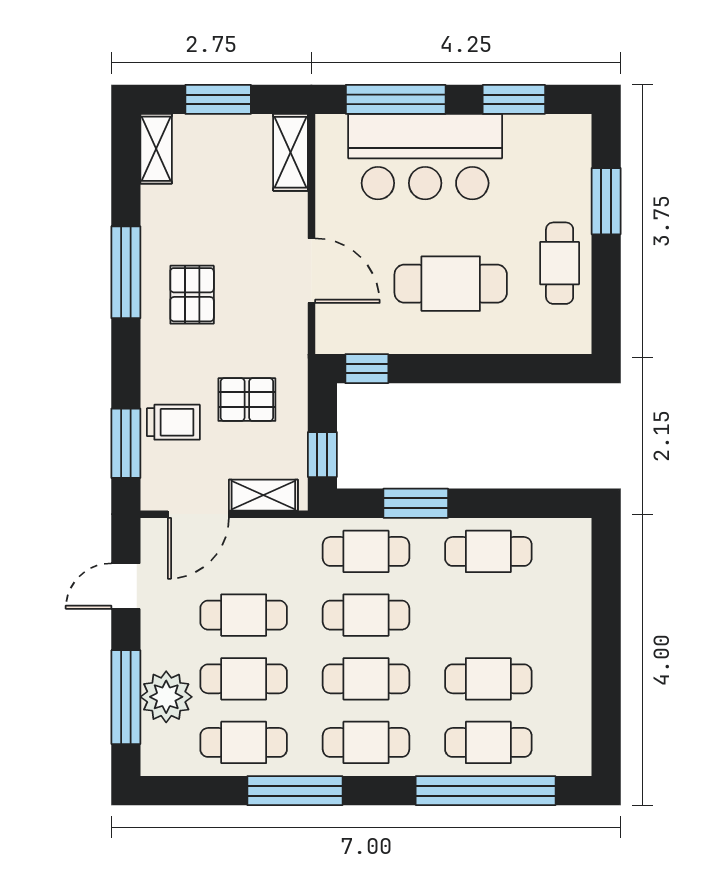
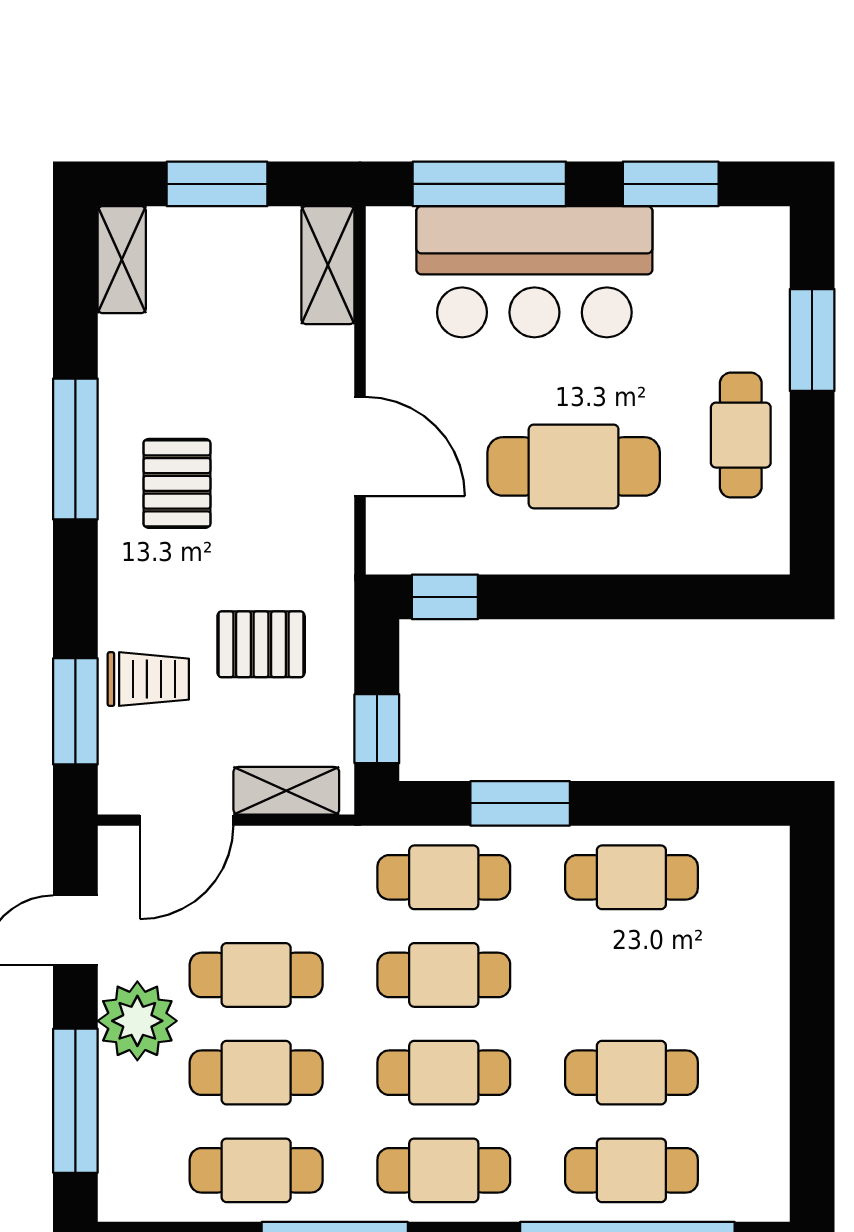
plant: (166, 697) -> (137, 1021), moved

